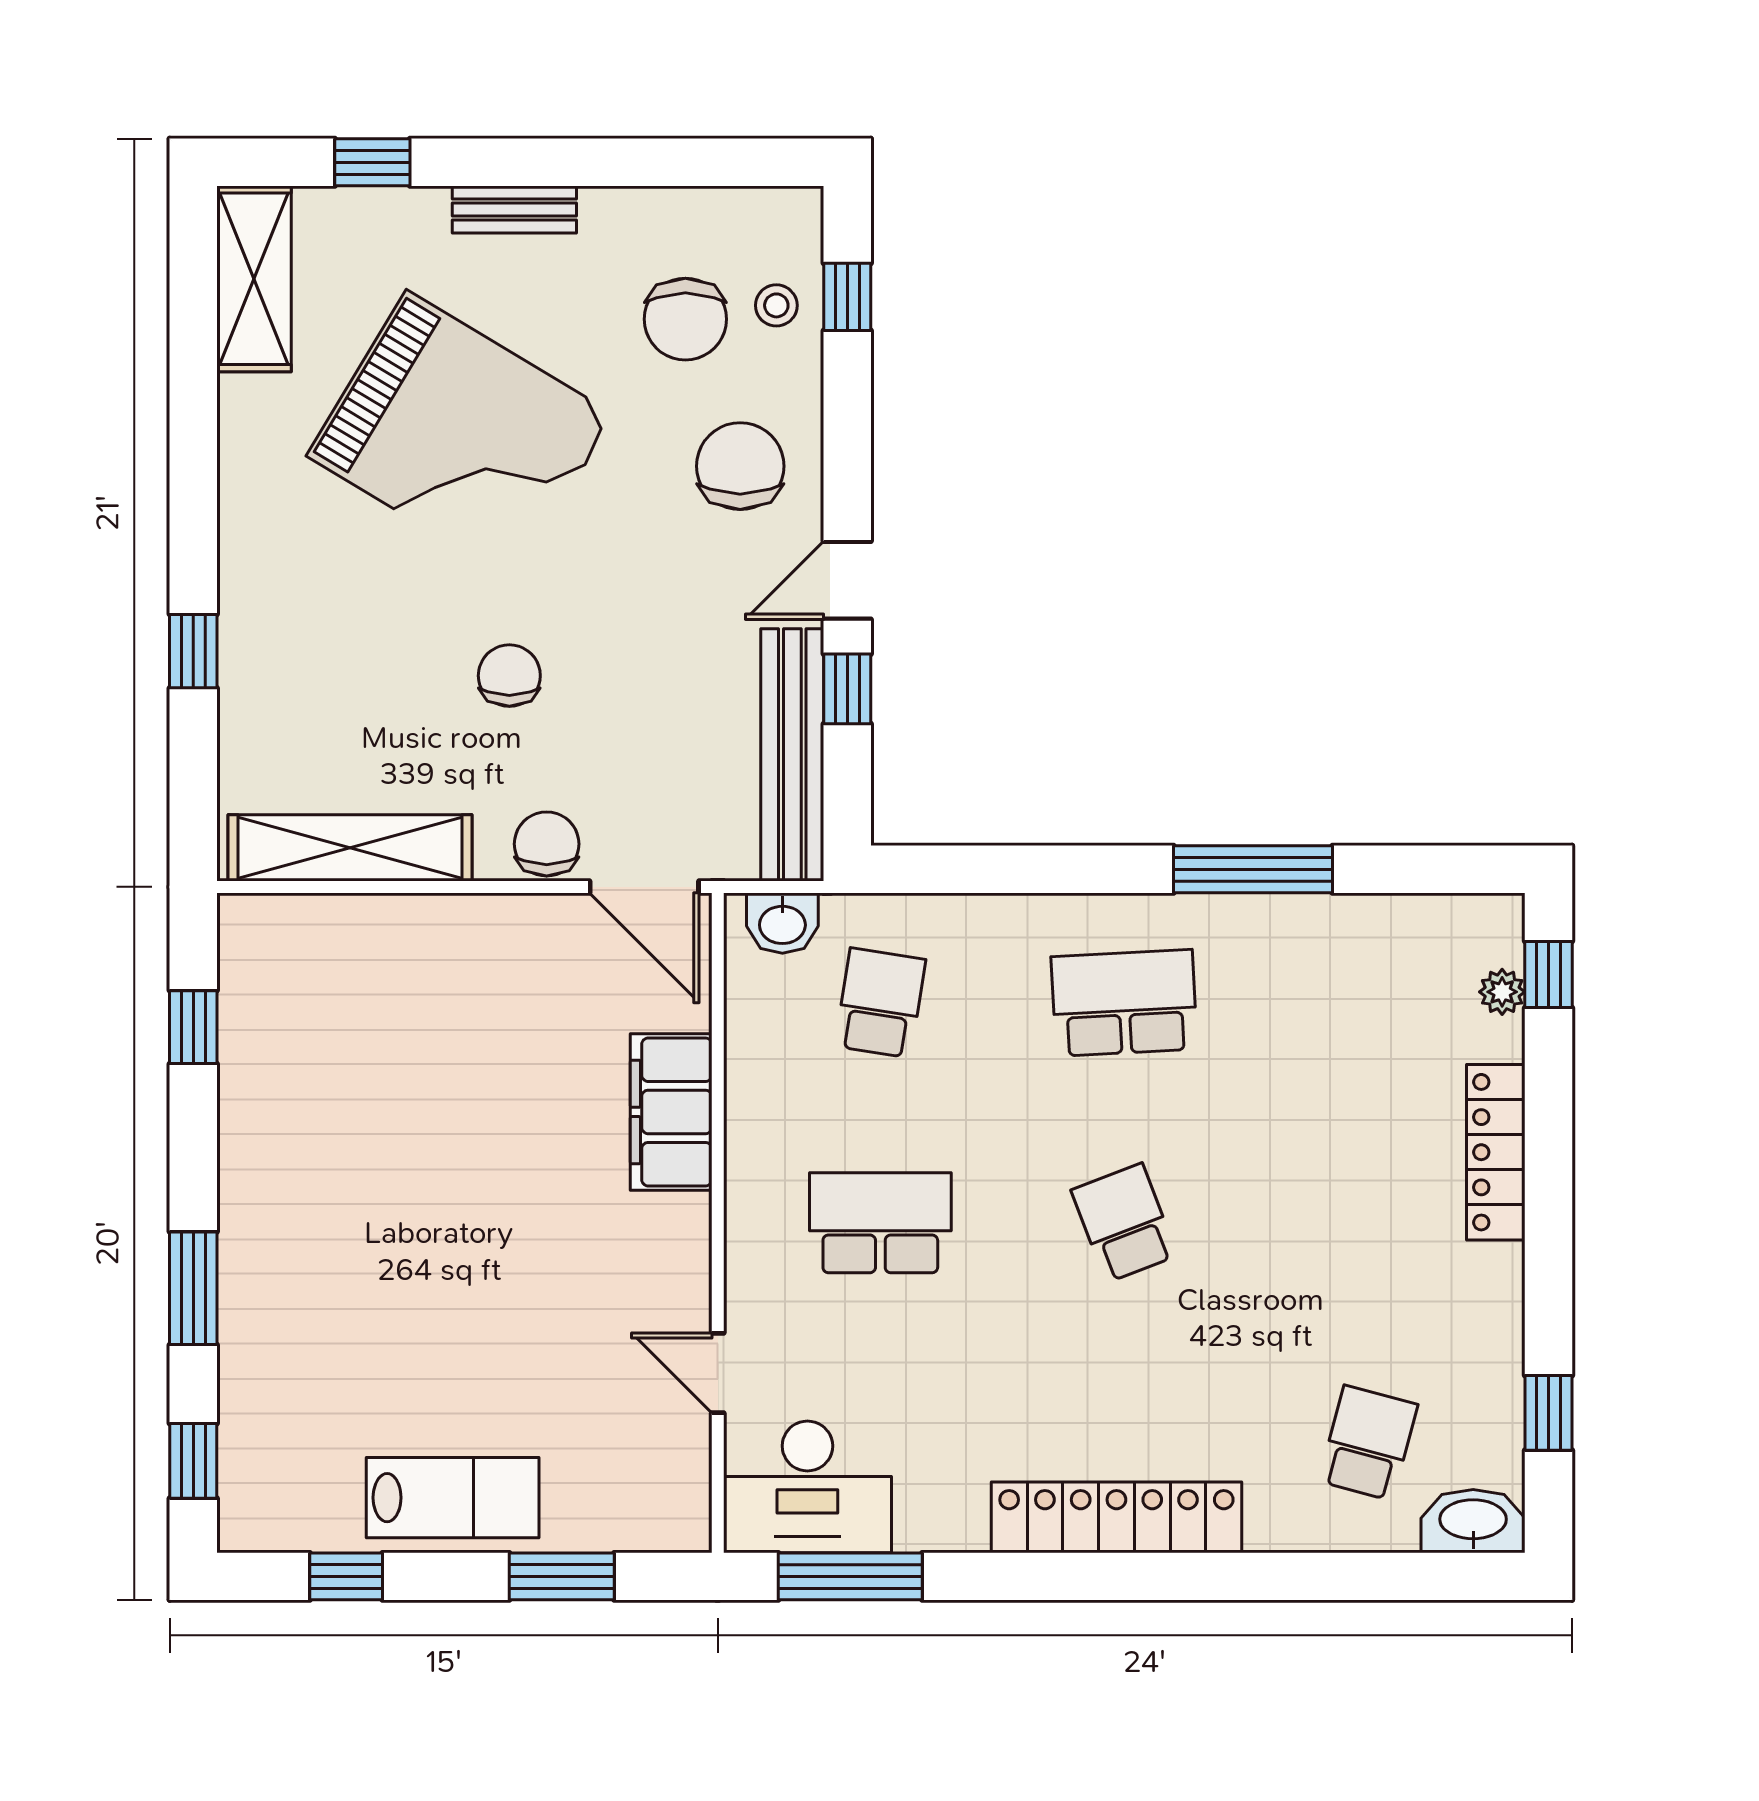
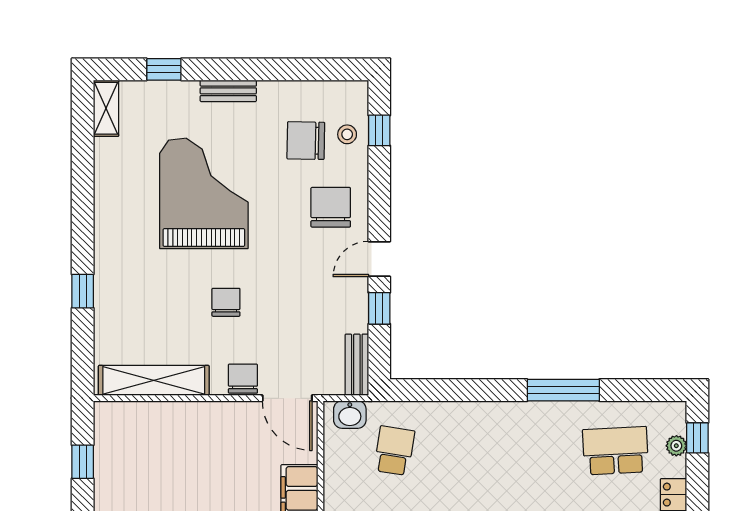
shelving: (254, 279) -> (106, 108), width x0.67, depth x0.75
chair: (685, 319) -> (306, 141), turned 91
grand piano: (461, 435) -> (204, 193), turned -121
bench: (792, 755) -> (357, 365), width x0.54, depth x0.82
school desk: (1124, 1003) -> (616, 451), moved

